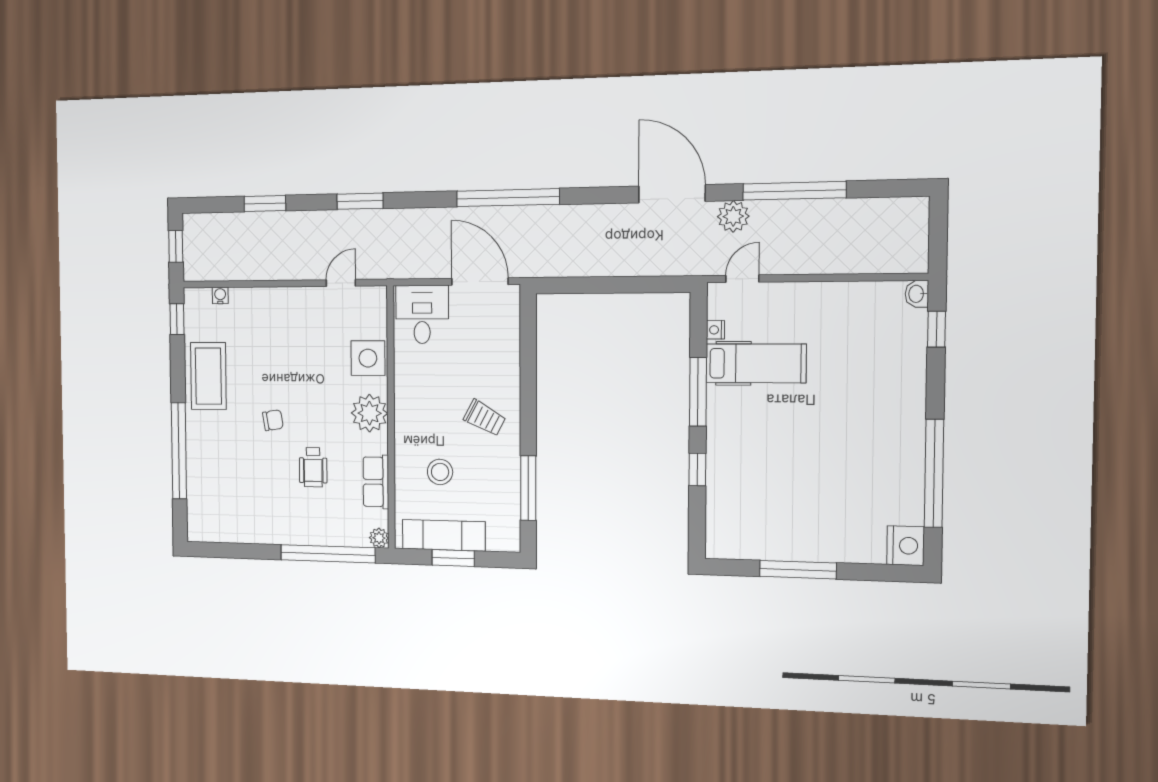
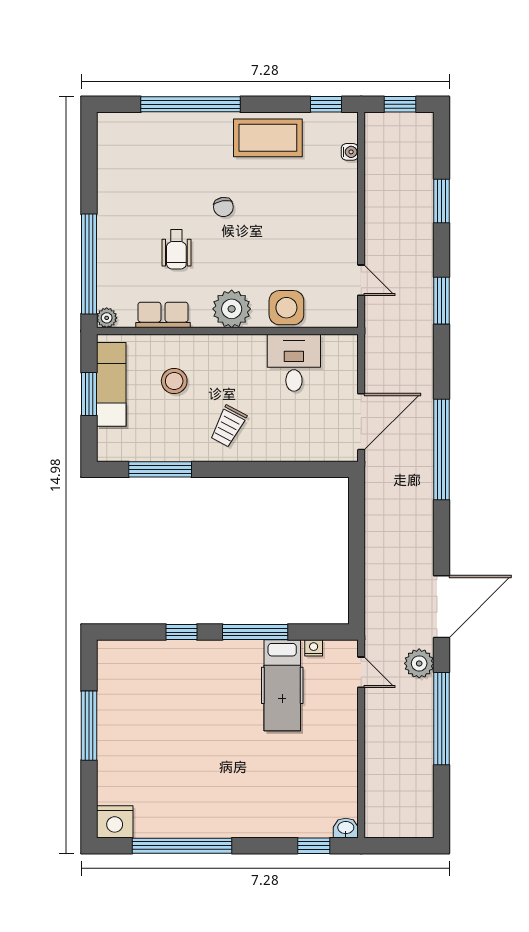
desk: (422, 314) -> (294, 363), moved, turned -90
wheelchair: (313, 467) -> (176, 249), turned -90

